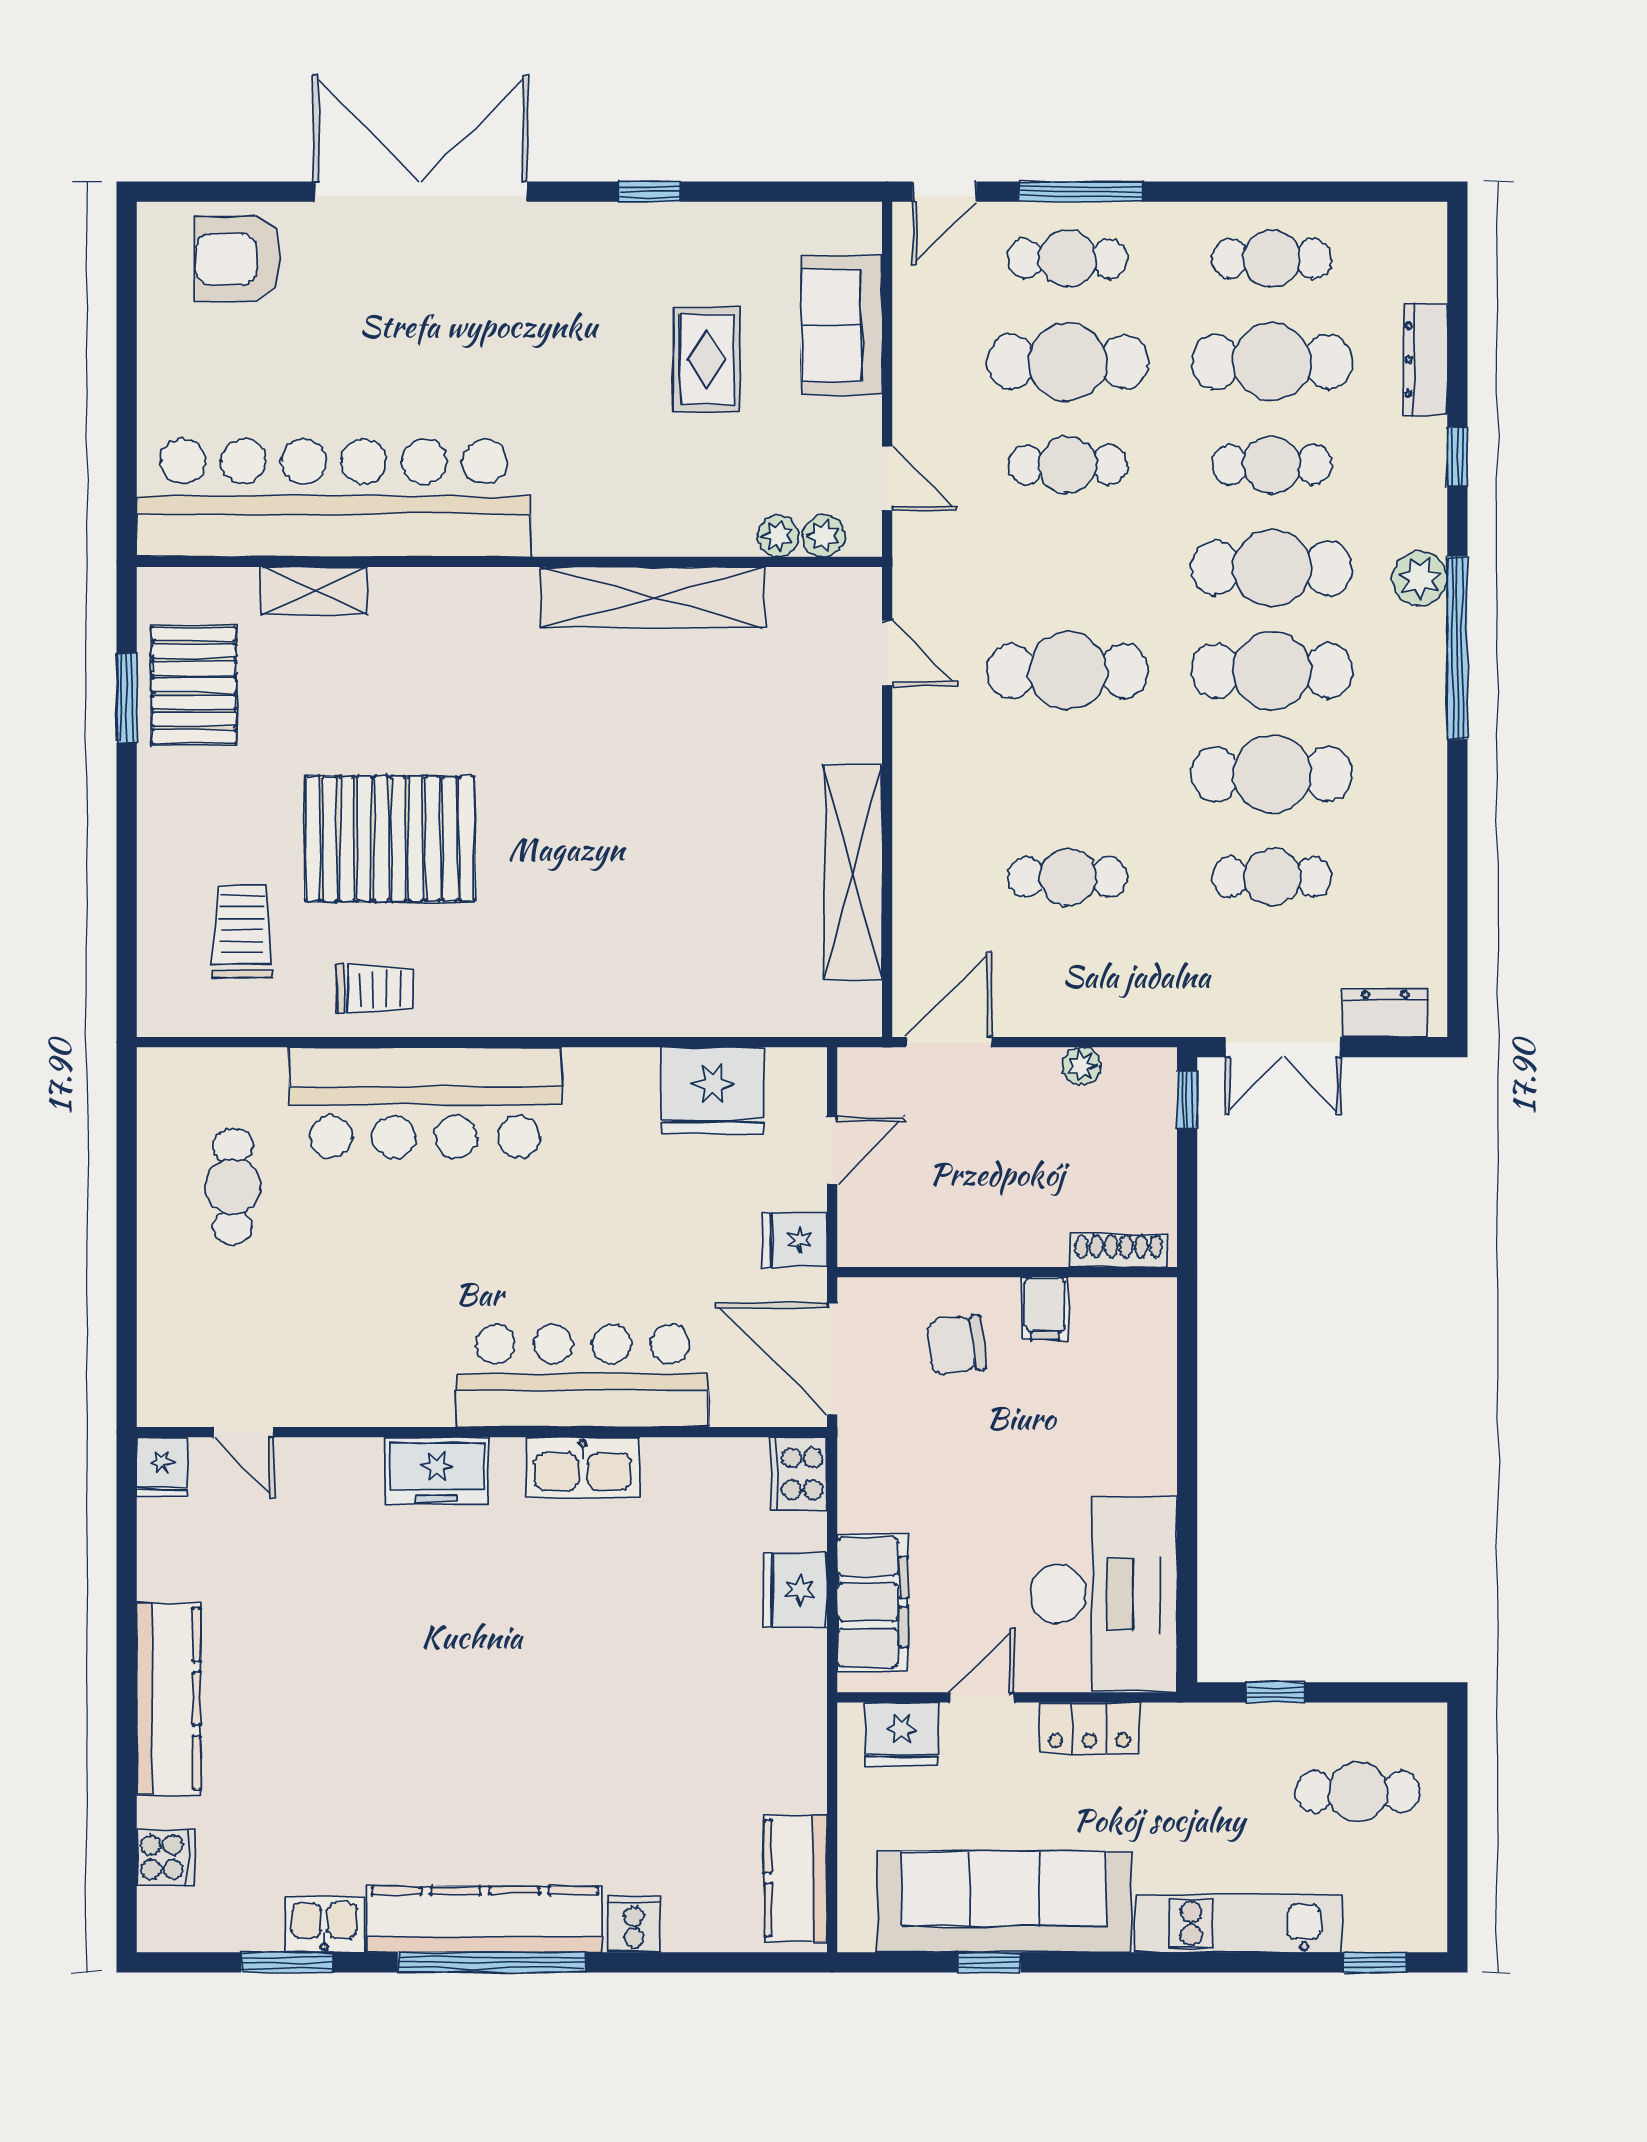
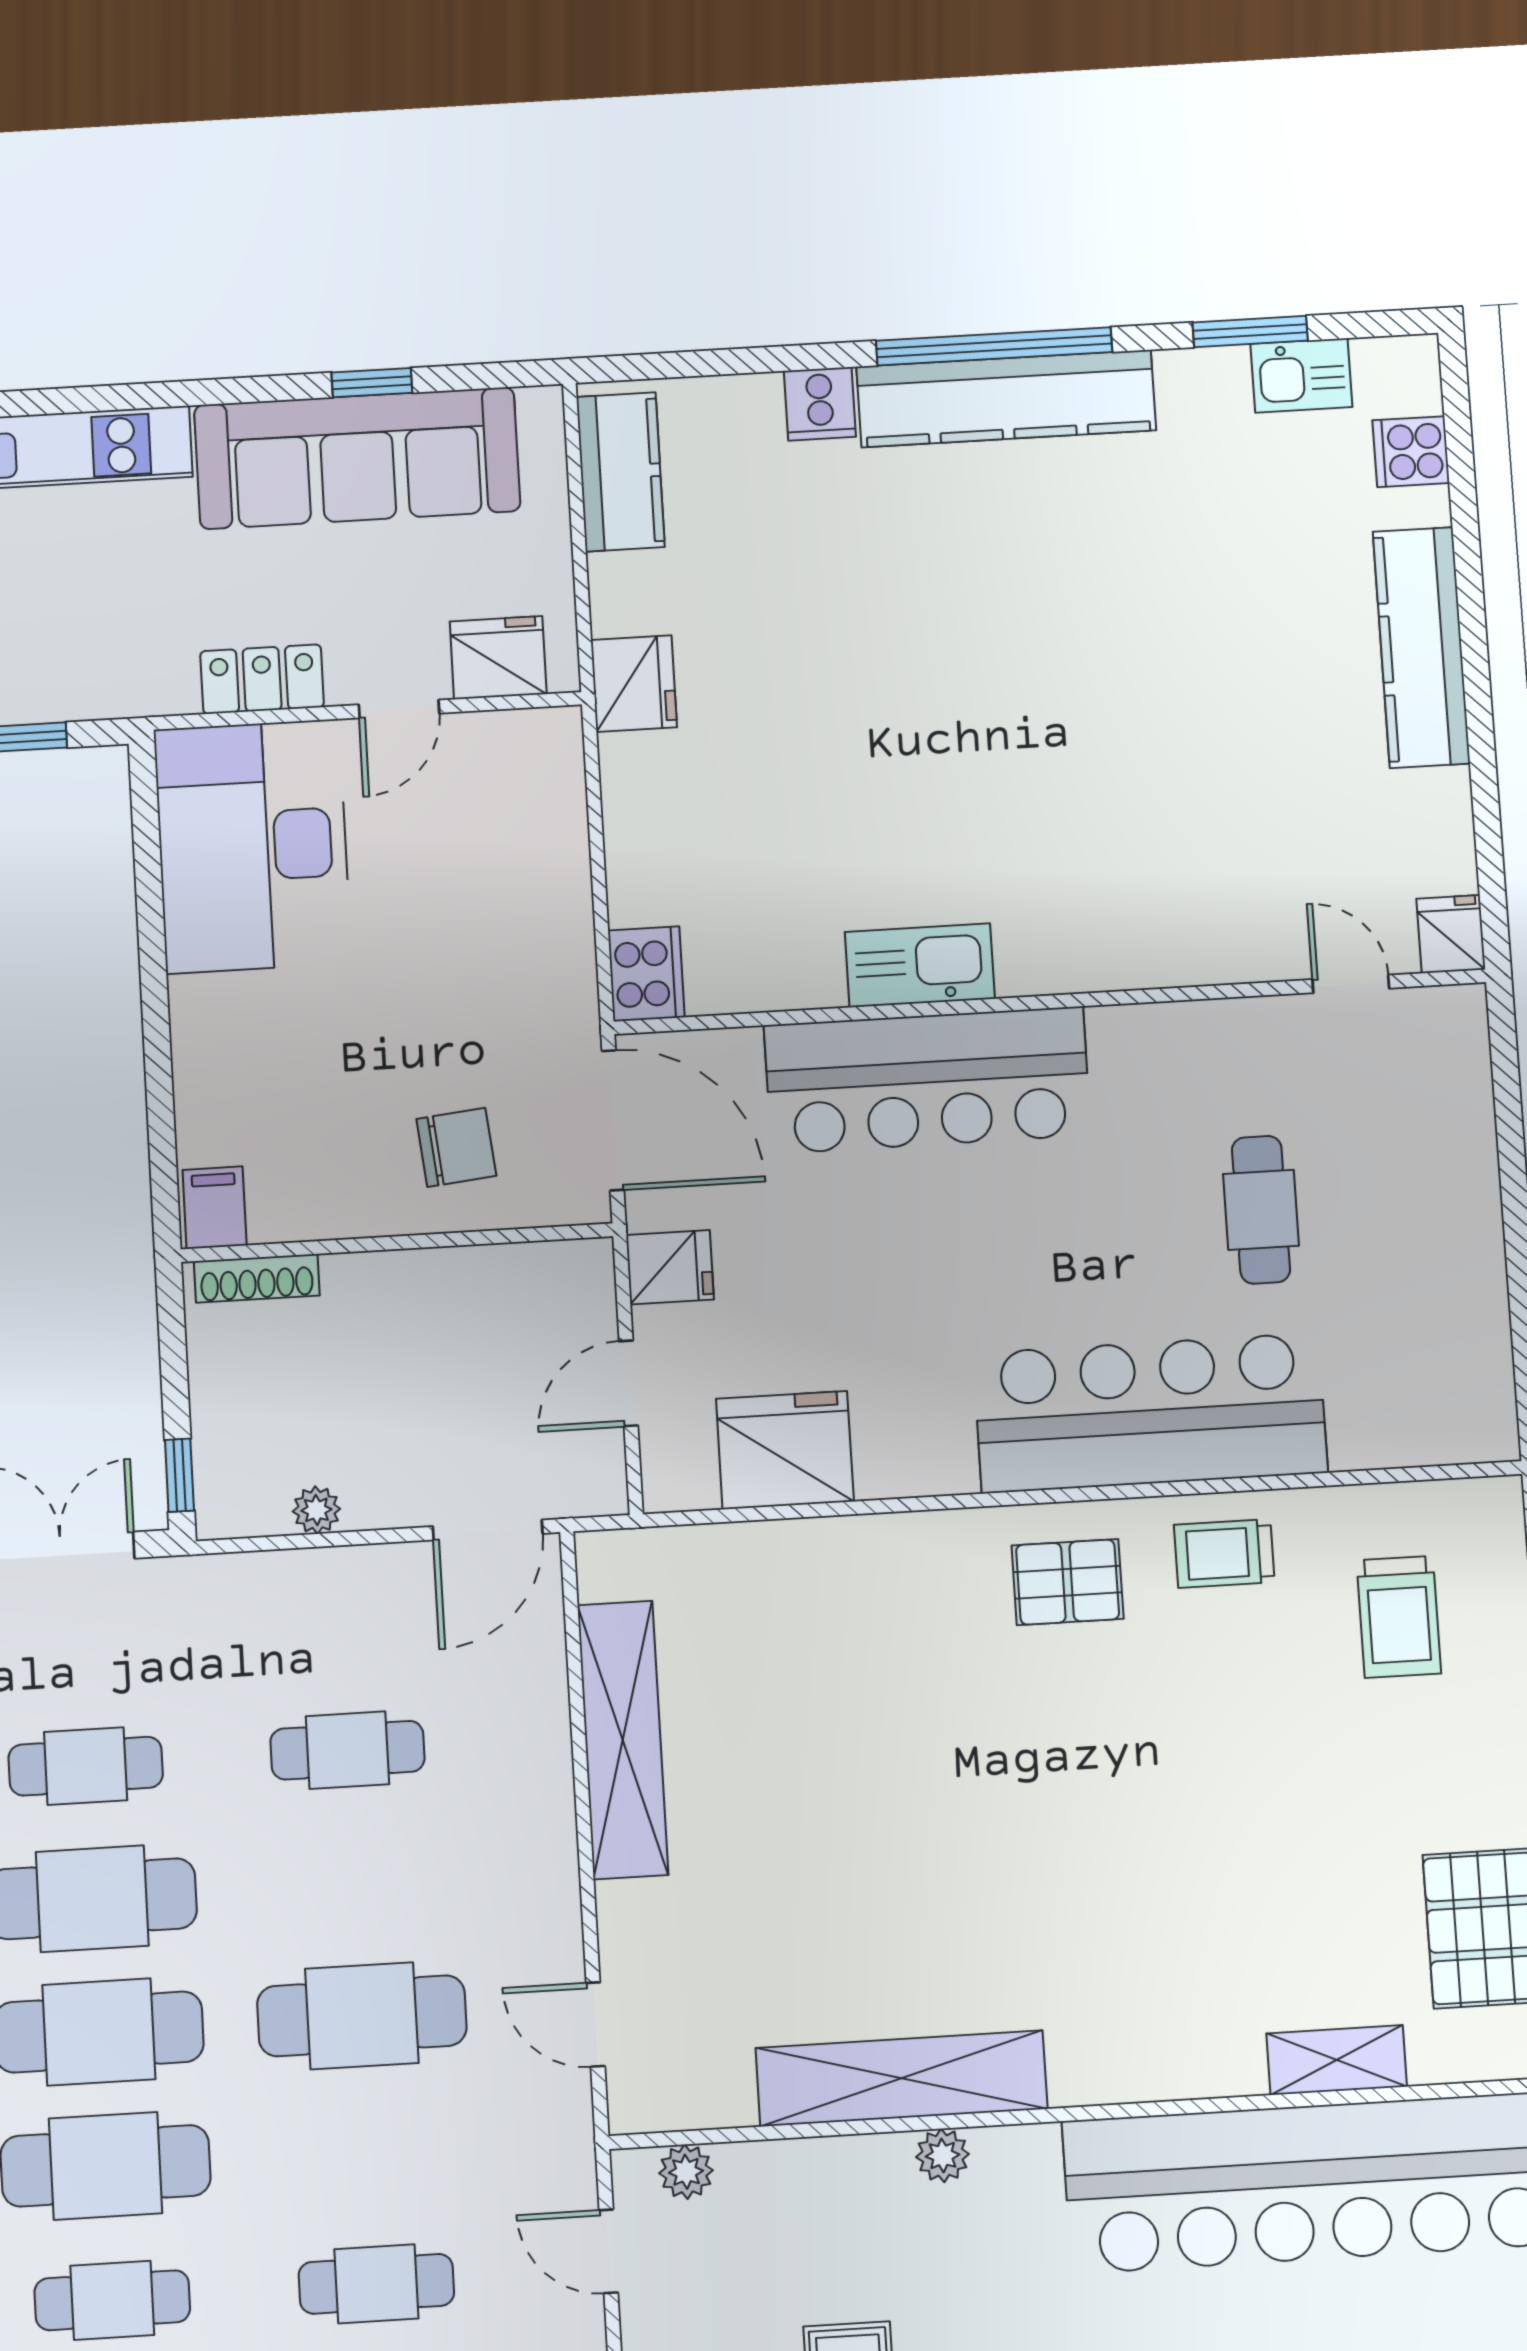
plant: (778, 536) -> (943, 2155), moved
pallet: (390, 839) -> (1068, 1582), moved, width x0.49, depth x0.50
cafe table: (233, 1186) -> (1261, 1210), moved
filing cabinet: (1045, 1309) -> (215, 1208), moved
freezer: (437, 1471) -> (1104, 950), removed
fridge: (795, 1590) -> (634, 684), moved
filing cabinet: (873, 1602) -> (544, 819), removed
kitchen sink: (324, 1924) -> (1301, 375), moved

